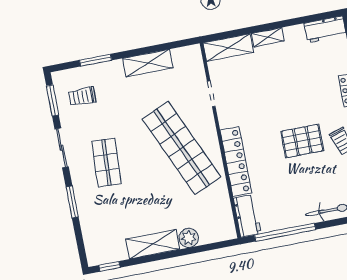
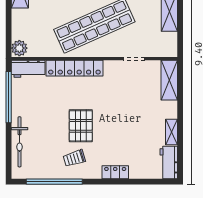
shelving: (268, 37) -> (171, 132), moved
plant: (189, 238) -> (19, 48), moved

